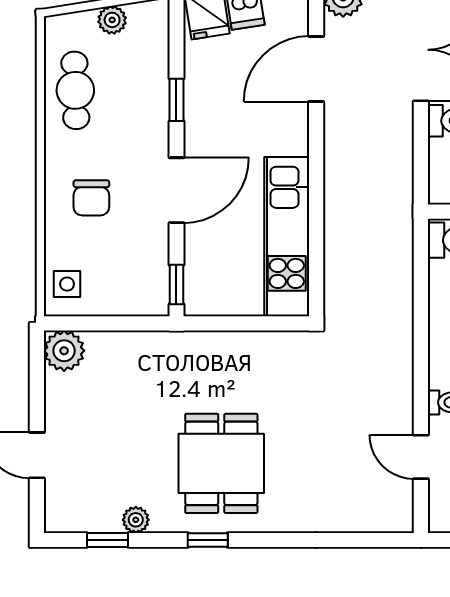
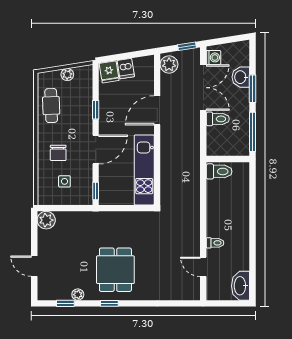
door: (316, 69) -> (157, 110), moved
side table: (67, 284) -> (64, 181), moved

